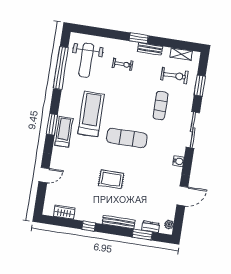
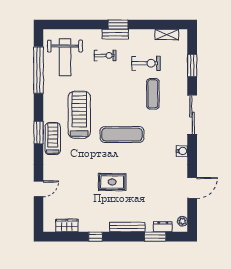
bench: (150, 49) -> (115, 34), moved
exercise bike: (174, 76) -> (146, 63), moved

